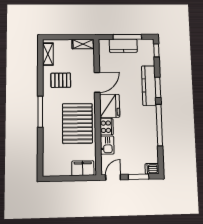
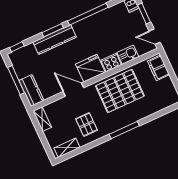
kitchen counter: (123, 46) -> (31, 91), moved

